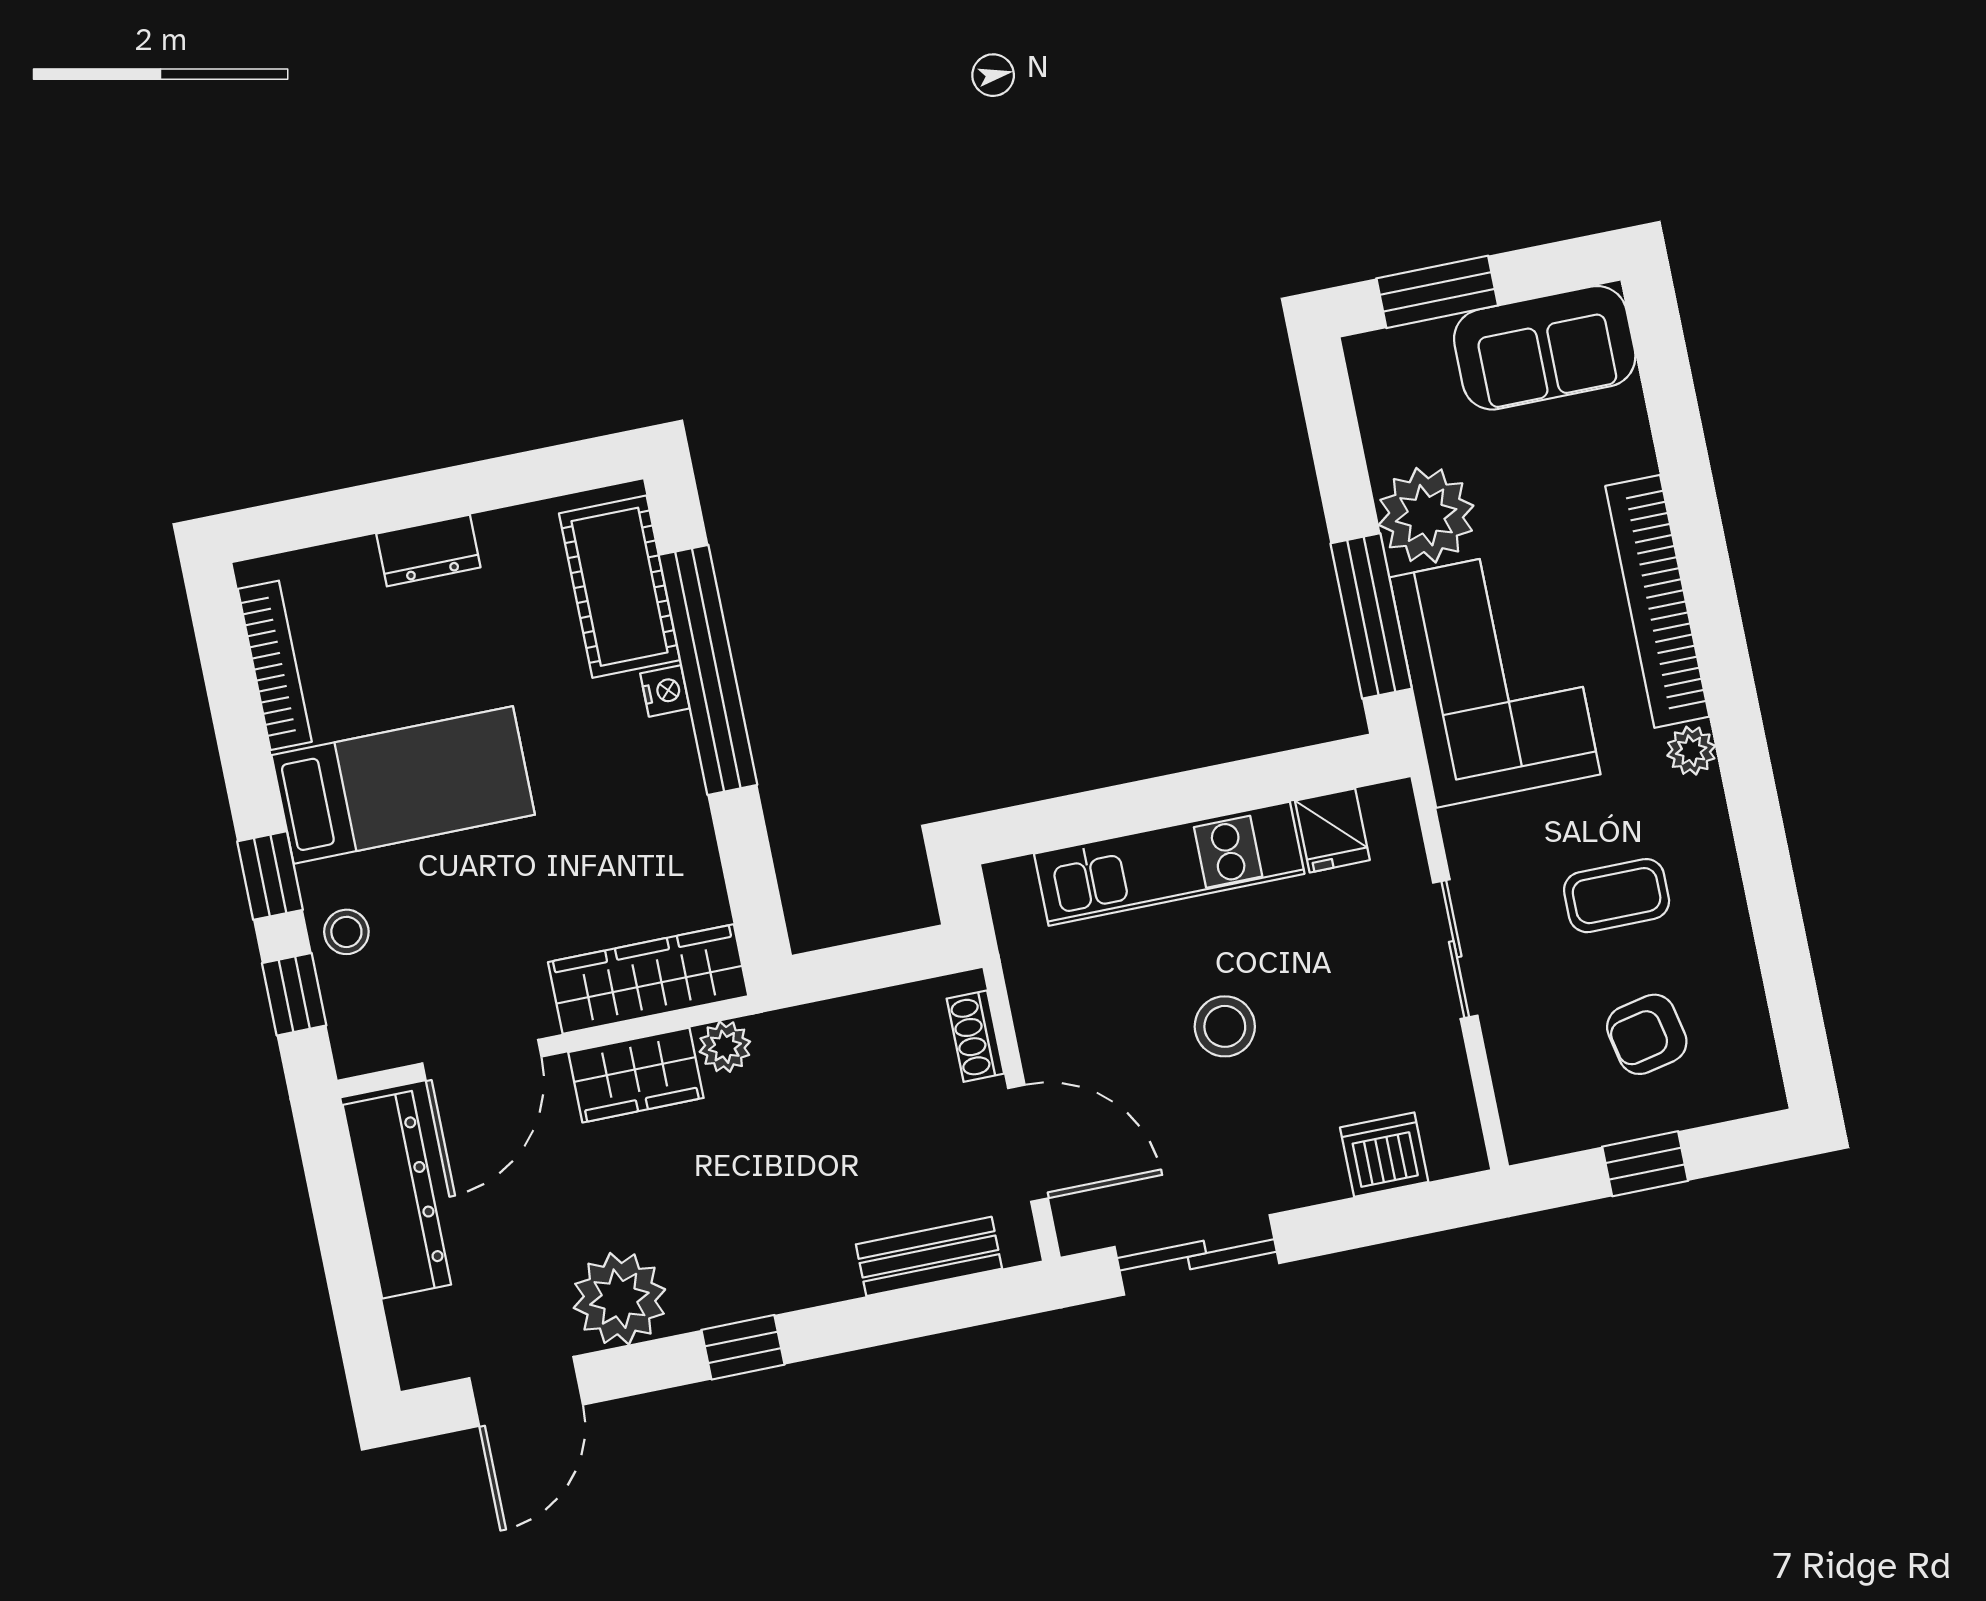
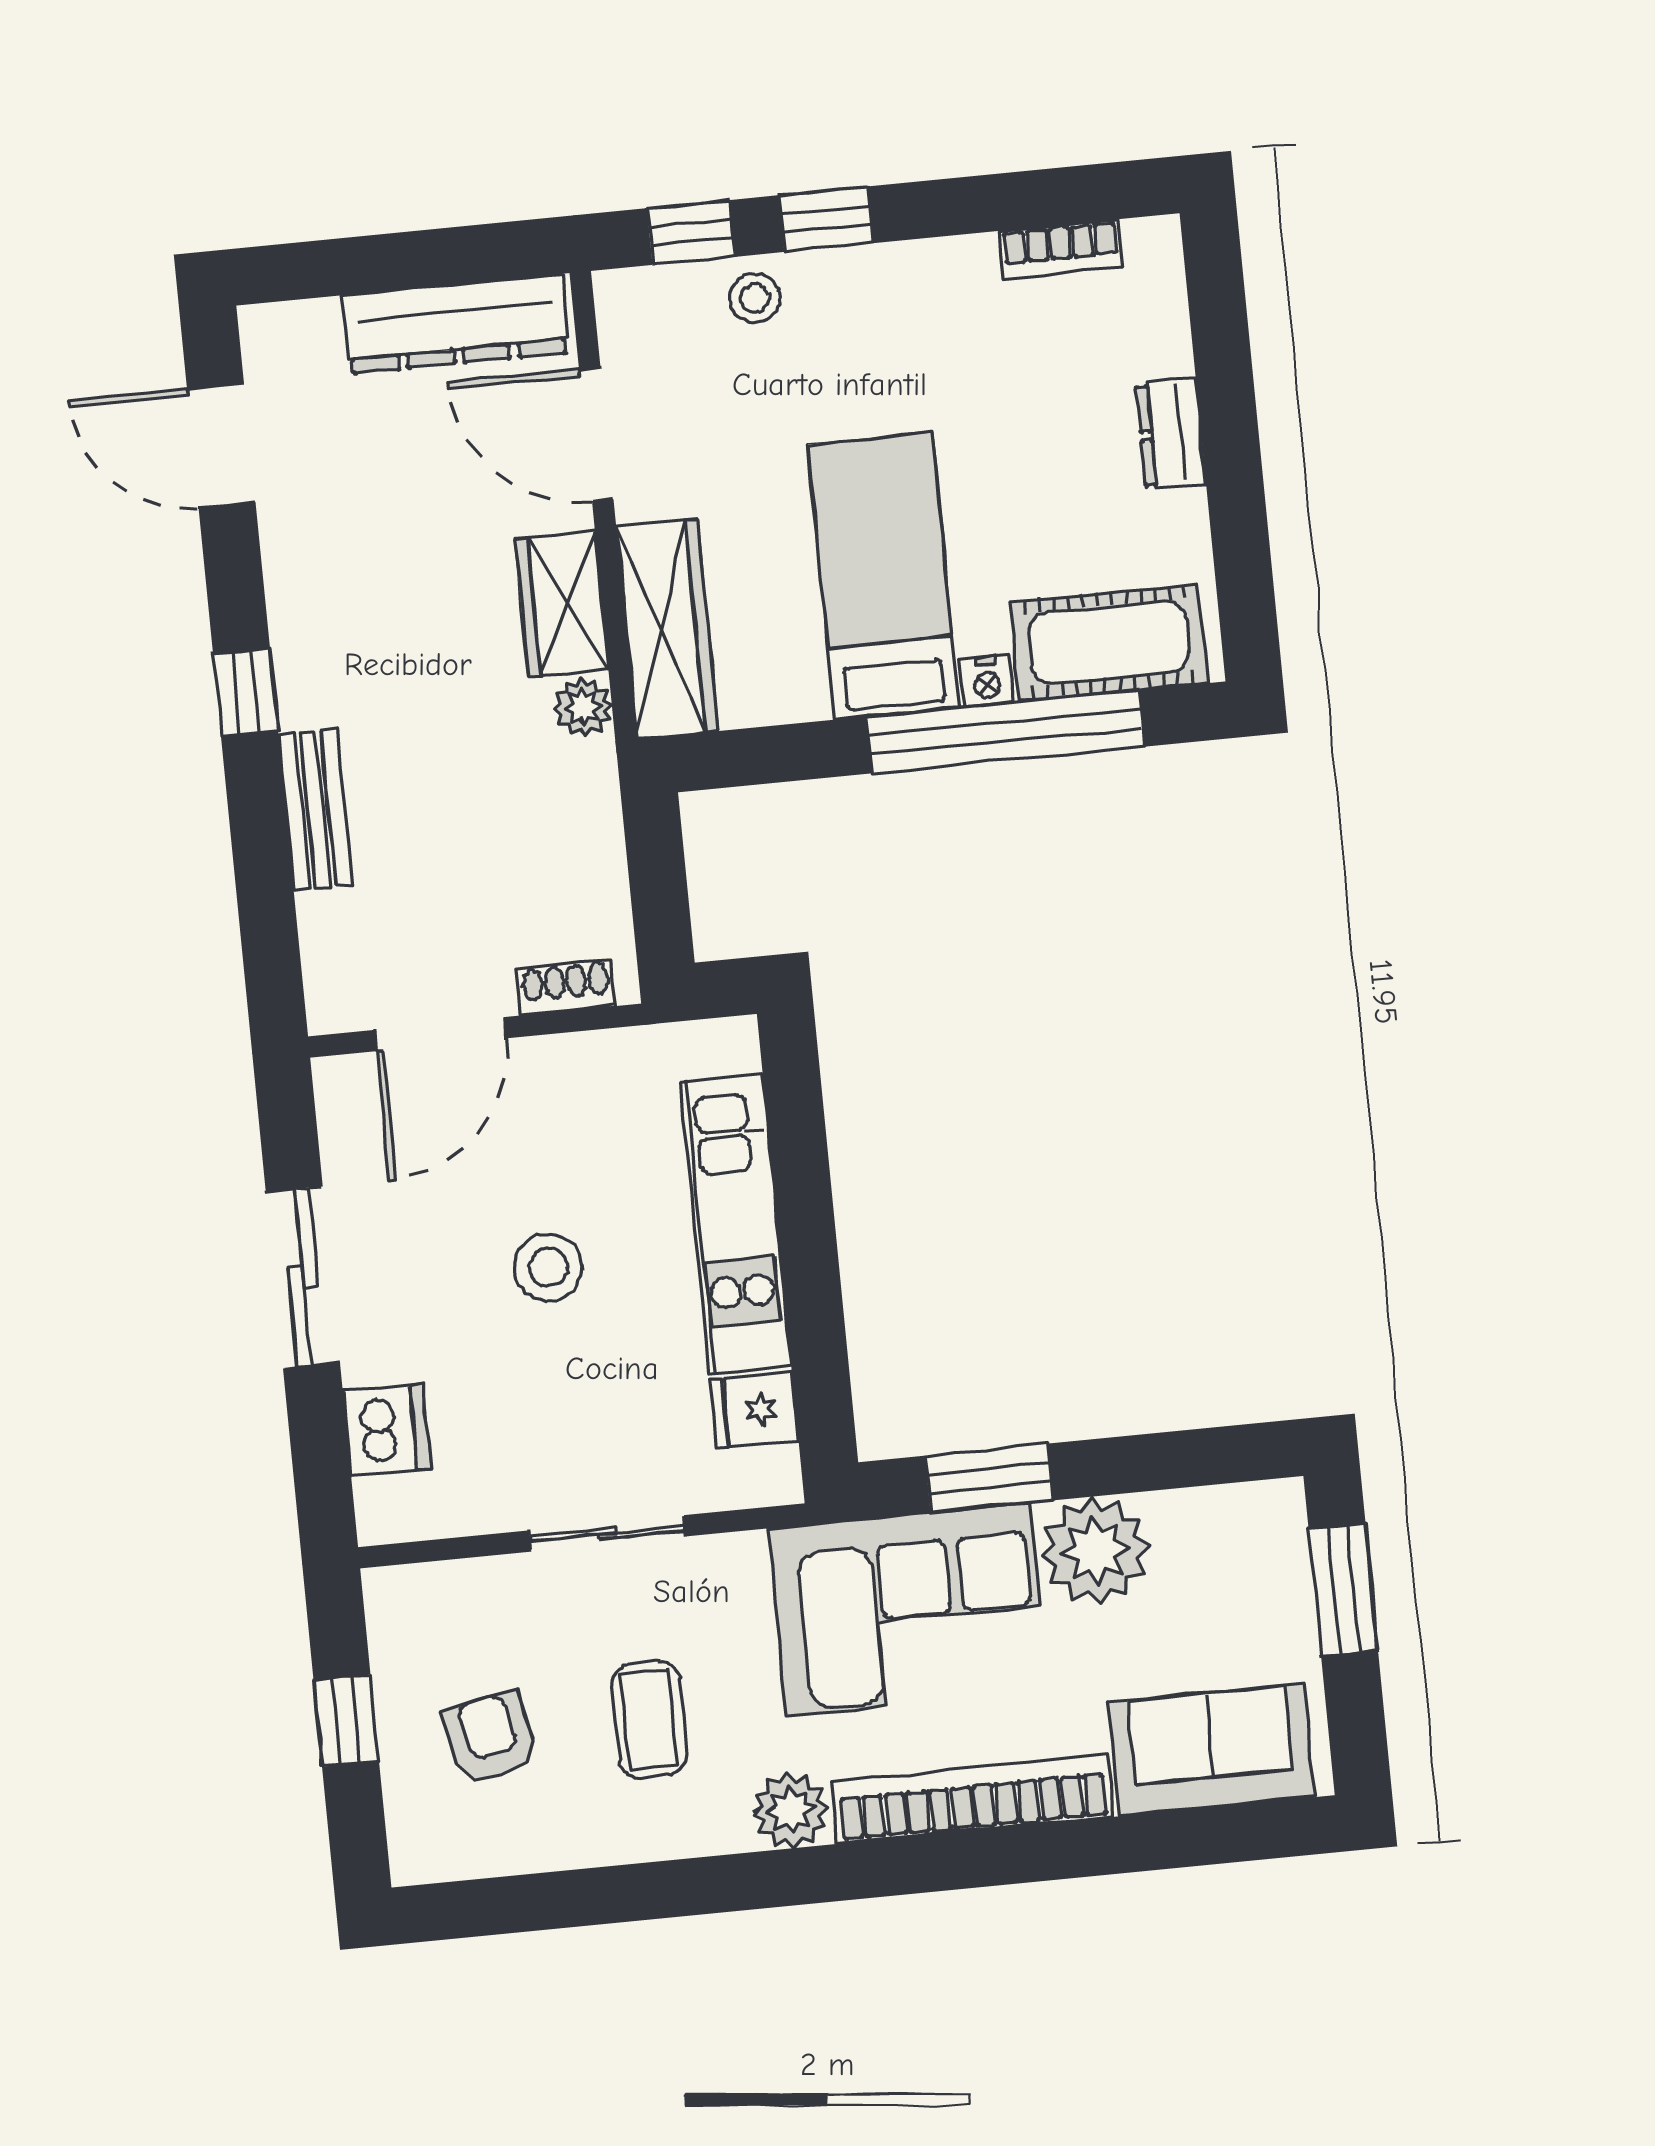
sofa: (1545, 348) -> (1212, 1750), moved, turned 90
window: (1371, 616) -> (989, 1478), width x0.69
bookcase: (275, 665) -> (1061, 249), width x0.64
plant: (1691, 751) -> (791, 1810), width x1.38, depth x1.38
bed: (403, 785) -> (884, 576), moved, turned 180
sliding door: (1197, 1255) -> (303, 1277), moved
bench: (929, 1256) -> (315, 809), moved
plant: (619, 1299) -> (314, 560), removed

